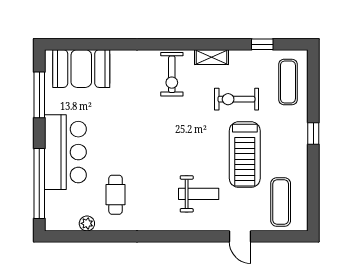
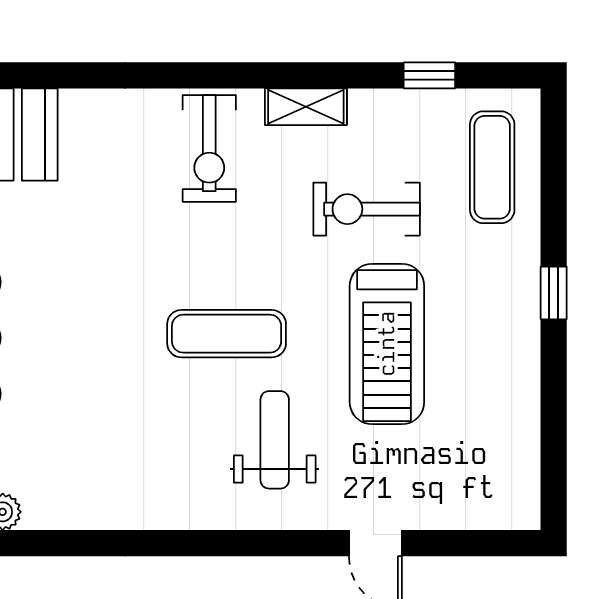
weight bench: (199, 194) -> (275, 440), turned -90
cafe table: (116, 195) -> (72, 442), removed
exercise mat: (281, 202) -> (227, 334), moved, turned 90

